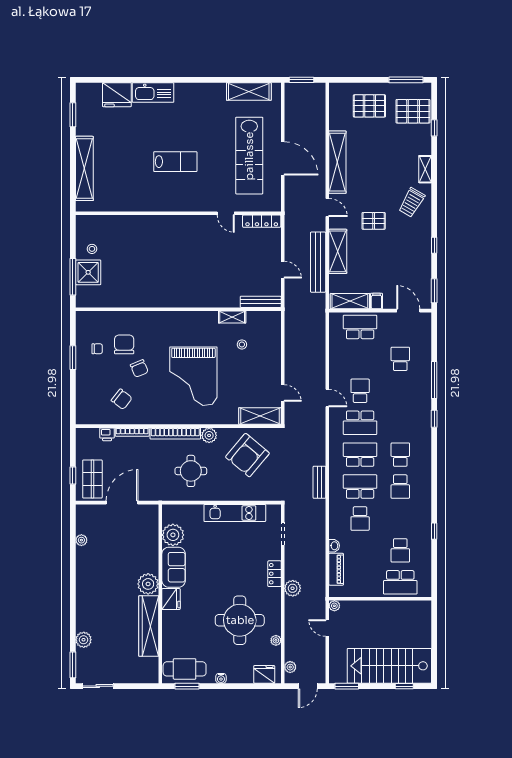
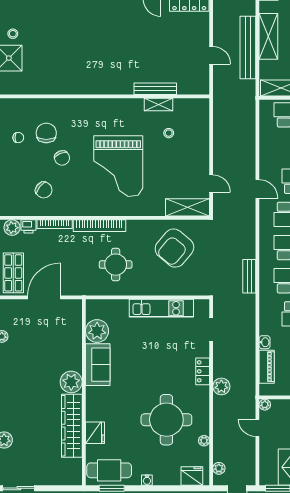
bench: (261, 302) -> (155, 89), moved
plant: (209, 435) -> (12, 228), moved
fridge: (171, 599) -> (95, 433), moved

